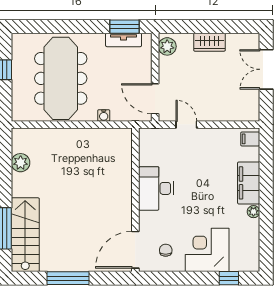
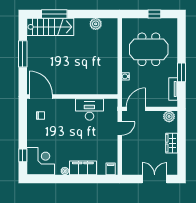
window: (125, 27) -> (182, 72), moved
meeting table: (61, 78) -> (149, 49), width x0.73
desk: (156, 188) -> (89, 109), moved
corner desk: (207, 250) -> (41, 161), moved

